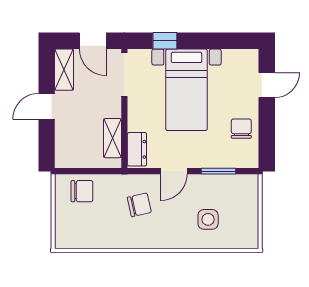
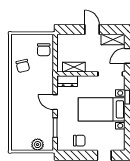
plant: (248, 202) -> (38, 145), added
chair: (139, 205) -> (23, 66), moved
side table: (208, 219) -> (28, 122), removed

